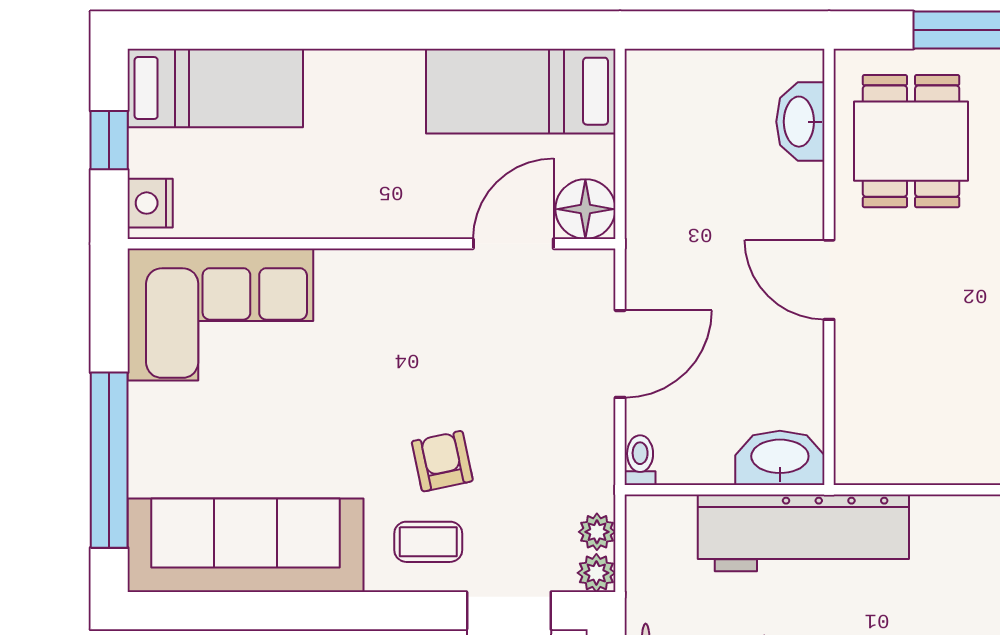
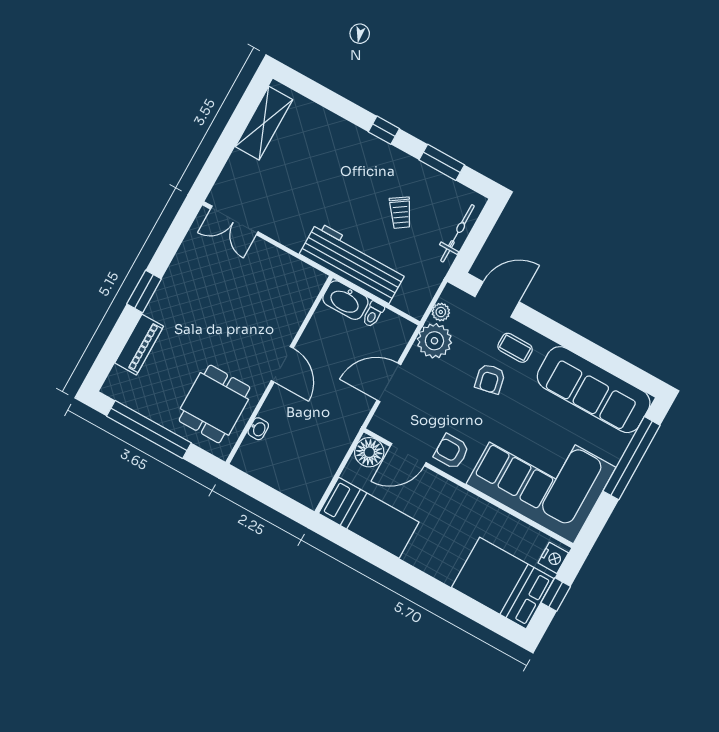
bed: (215, 88) -> (503, 583), width x1.50
washbasin: (800, 122) -> (258, 429), width x0.52, depth x0.69
armchair: (438, 292) -> (452, 452), added
corner sofa: (220, 314) -> (541, 476), width x1.36, depth x1.36
toilet: (640, 460) -> (373, 314), moved
plant: (596, 573) -> (434, 341), moved, width x1.87, depth x1.87

